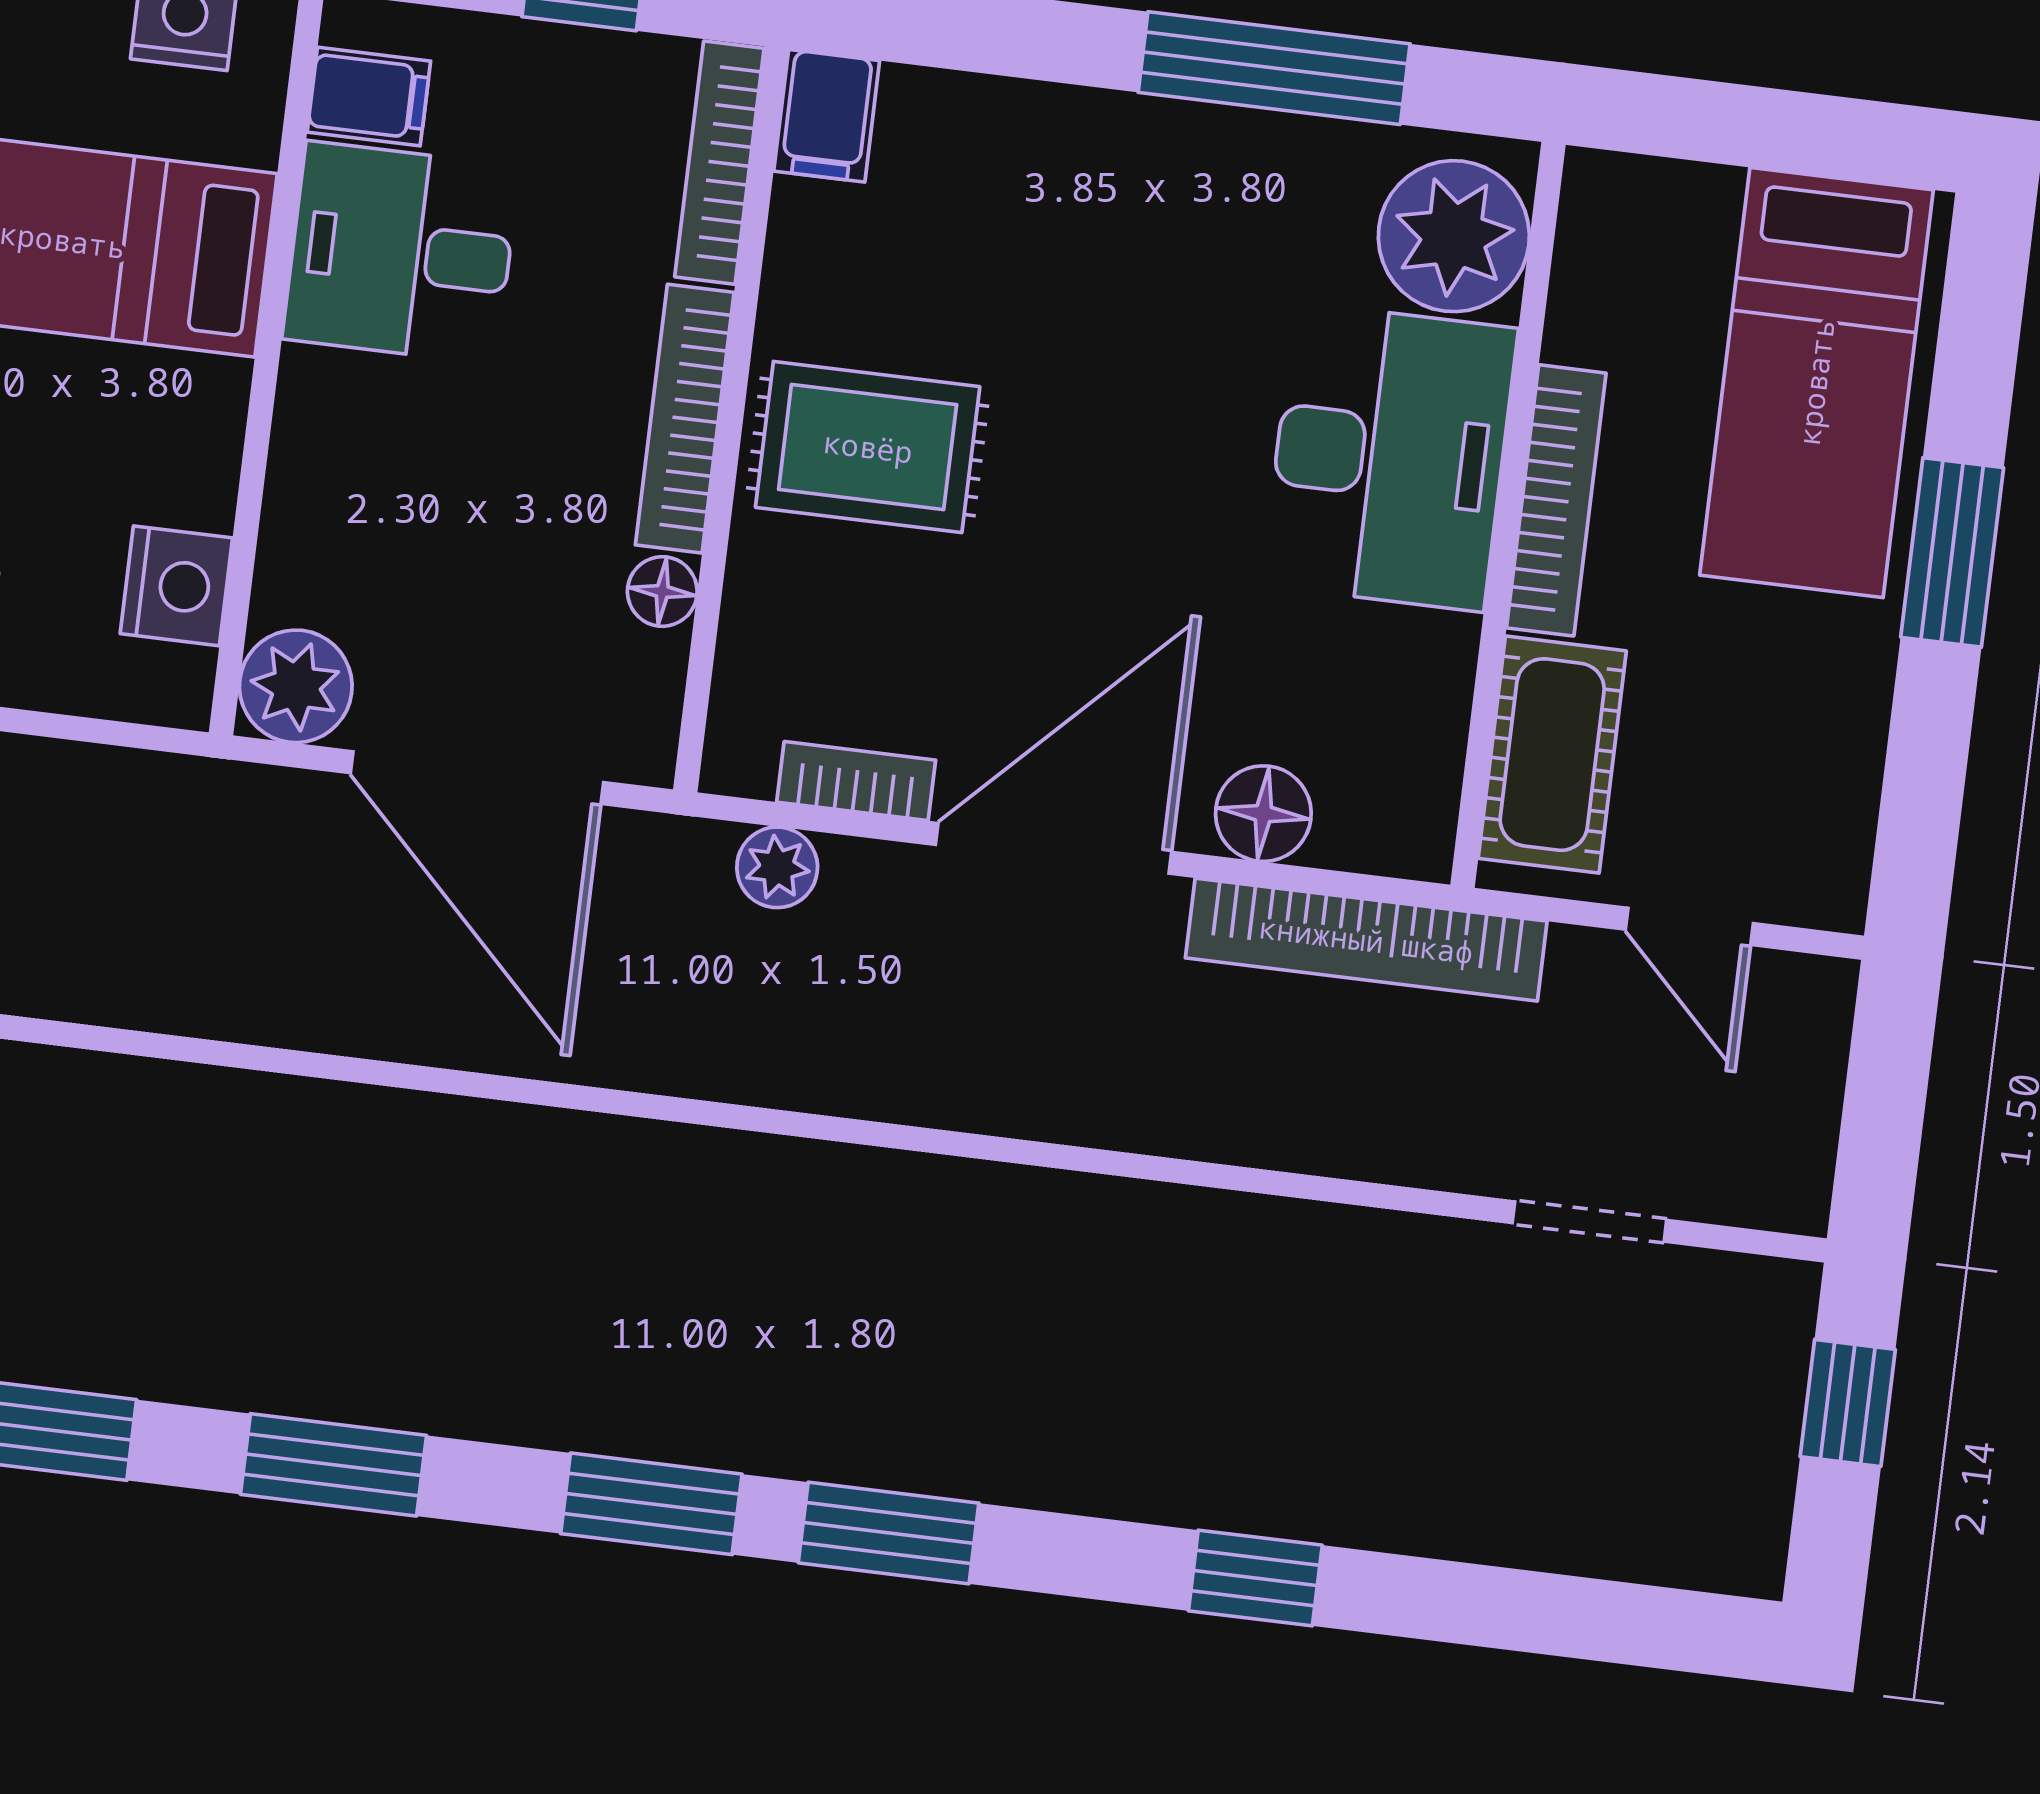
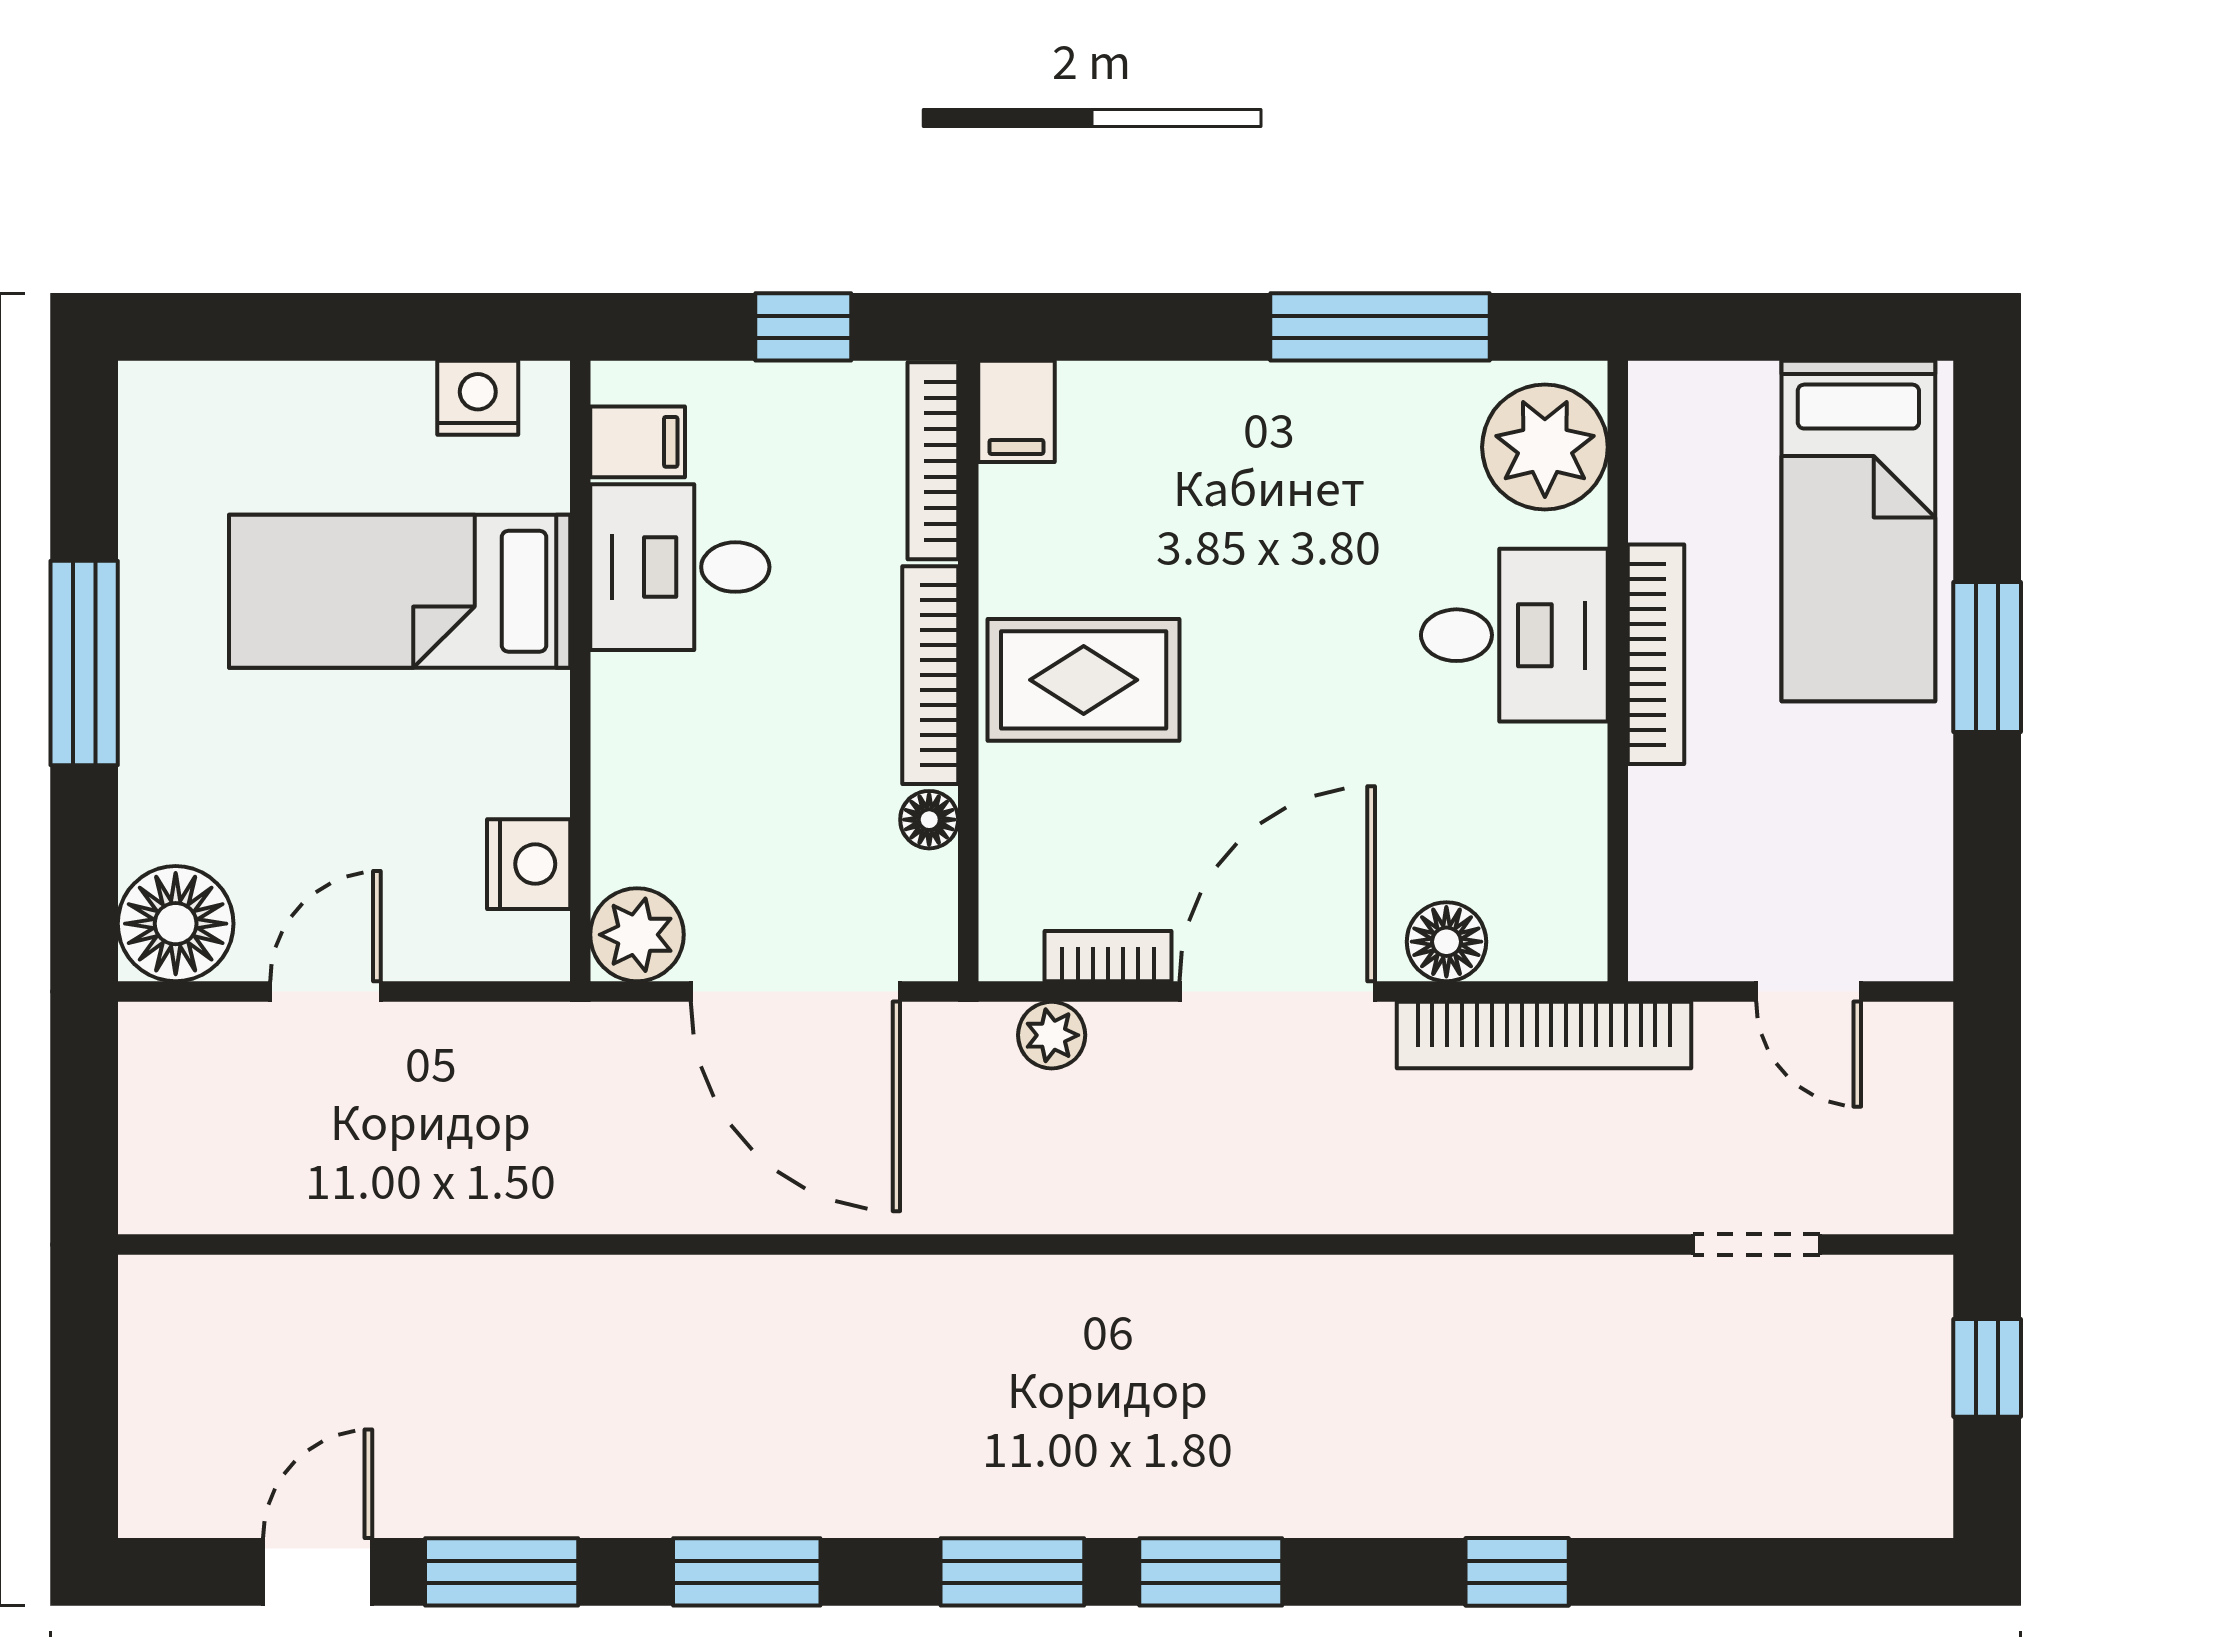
desk: (1390, 457) -> (1514, 635), width x0.73
cot: (1552, 755) -> (1678, 864), removed

